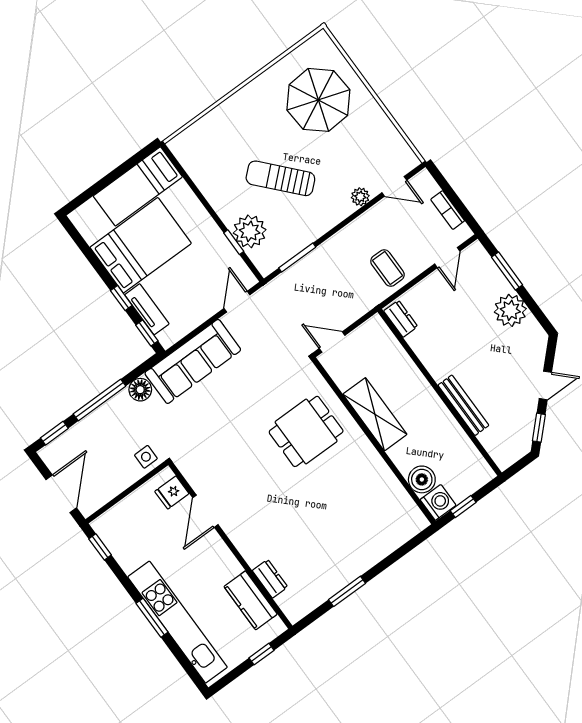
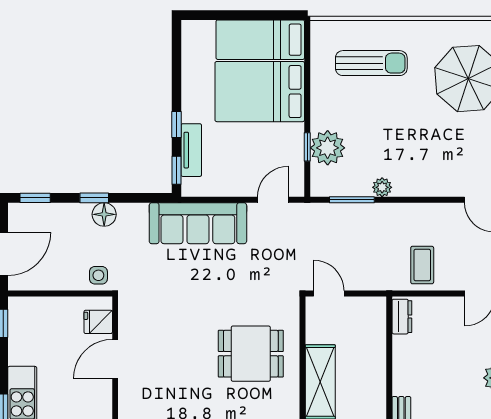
sun lounger: (280, 178) -> (371, 63), moved, turned 132
plant: (360, 197) -> (382, 187), moved
bed: (141, 245) -> (260, 92), moved, turned 180
floor lamp: (140, 390) -> (104, 214), moved
window: (99, 400) -> (94, 198), width x0.46

